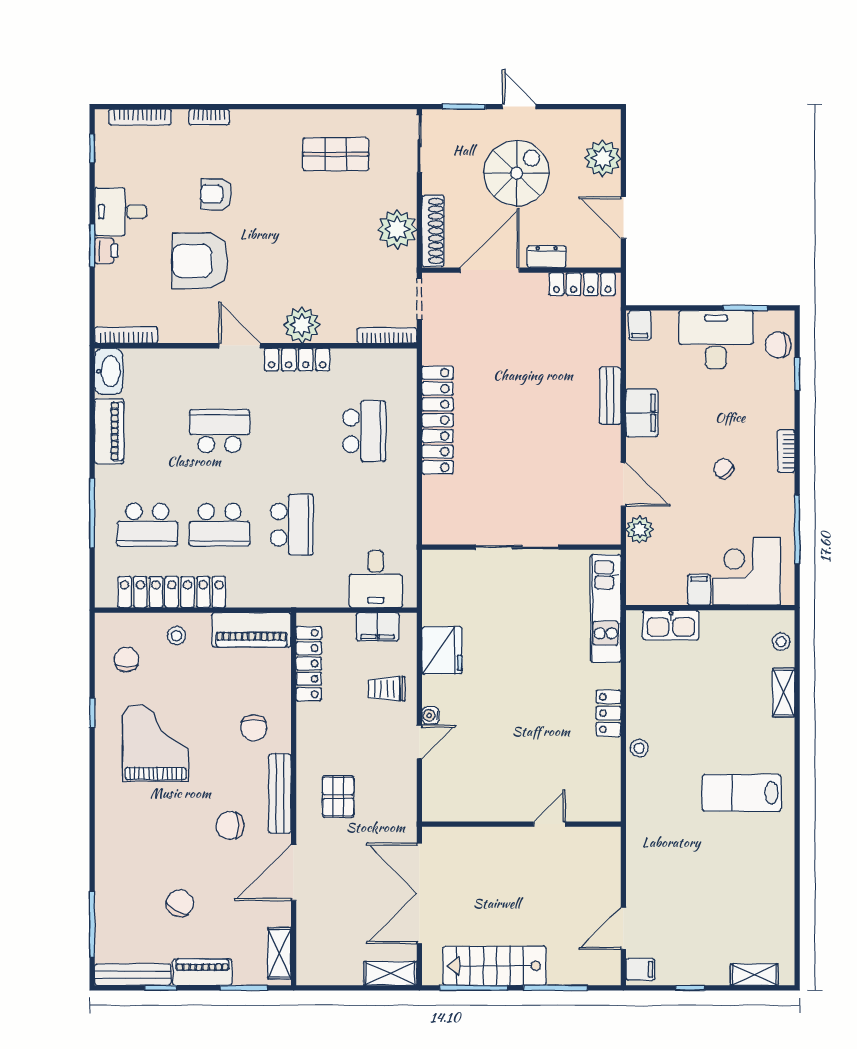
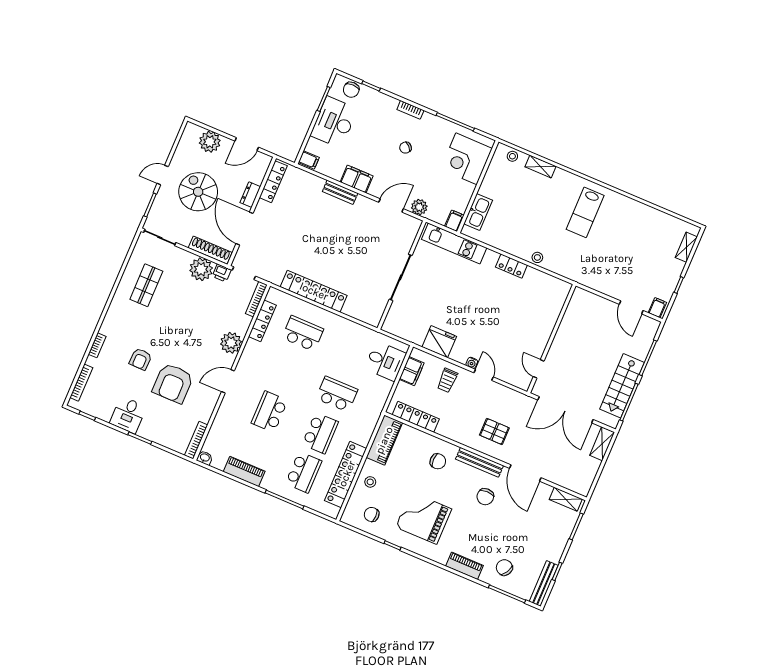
printer: (106, 251) -> (222, 273), moved, turned 180
locker: (297, 360) -> (262, 321), moved
washbasin: (109, 371) -> (205, 458), width x0.52, depth x0.69
filing cabinet: (699, 590) -> (454, 221), moved, turned 90
door: (550, 824) -> (539, 369), moved
chair: (180, 903) -> (504, 568), moved
piano: (202, 972) -> (465, 566), moved, turned 90

